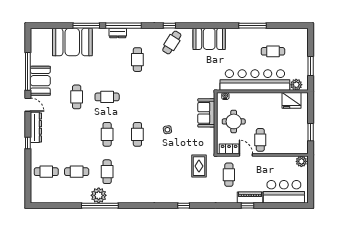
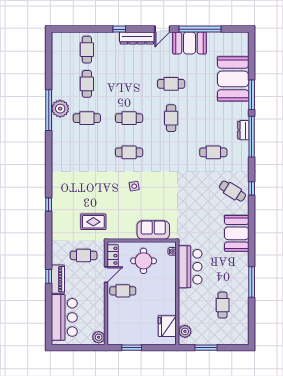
bar counter: (255, 80) -> (190, 267), width x0.54

